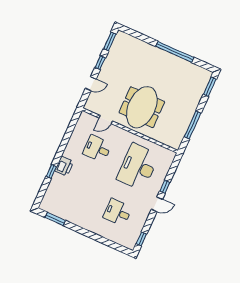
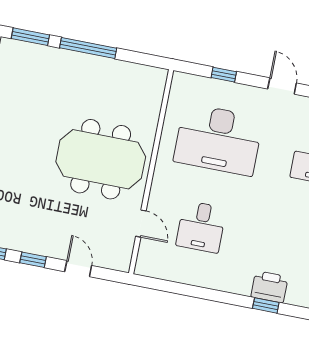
window: (193, 125) -> (88, 48), moved
printer: (64, 166) -> (269, 287), moved
window: (165, 187) -> (224, 75), moved

